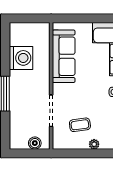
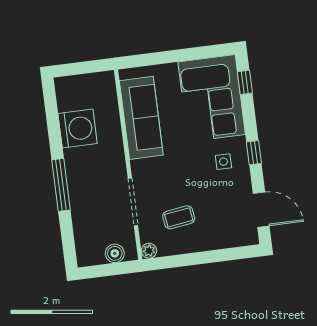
plant: (94, 144) -> (149, 251), moved

